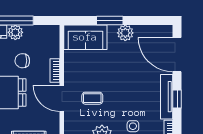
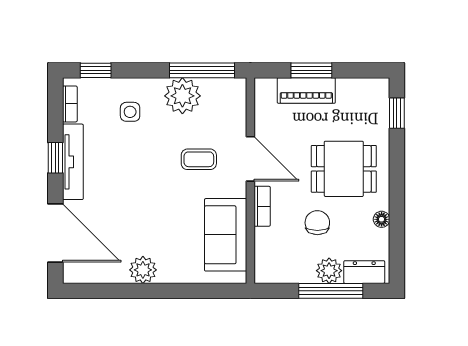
window: (110, 21) -> (169, 291), removed
sofa: (85, 37) -> (226, 235), moved, turned -90
chair: (22, 61) -> (317, 223), turned -91

